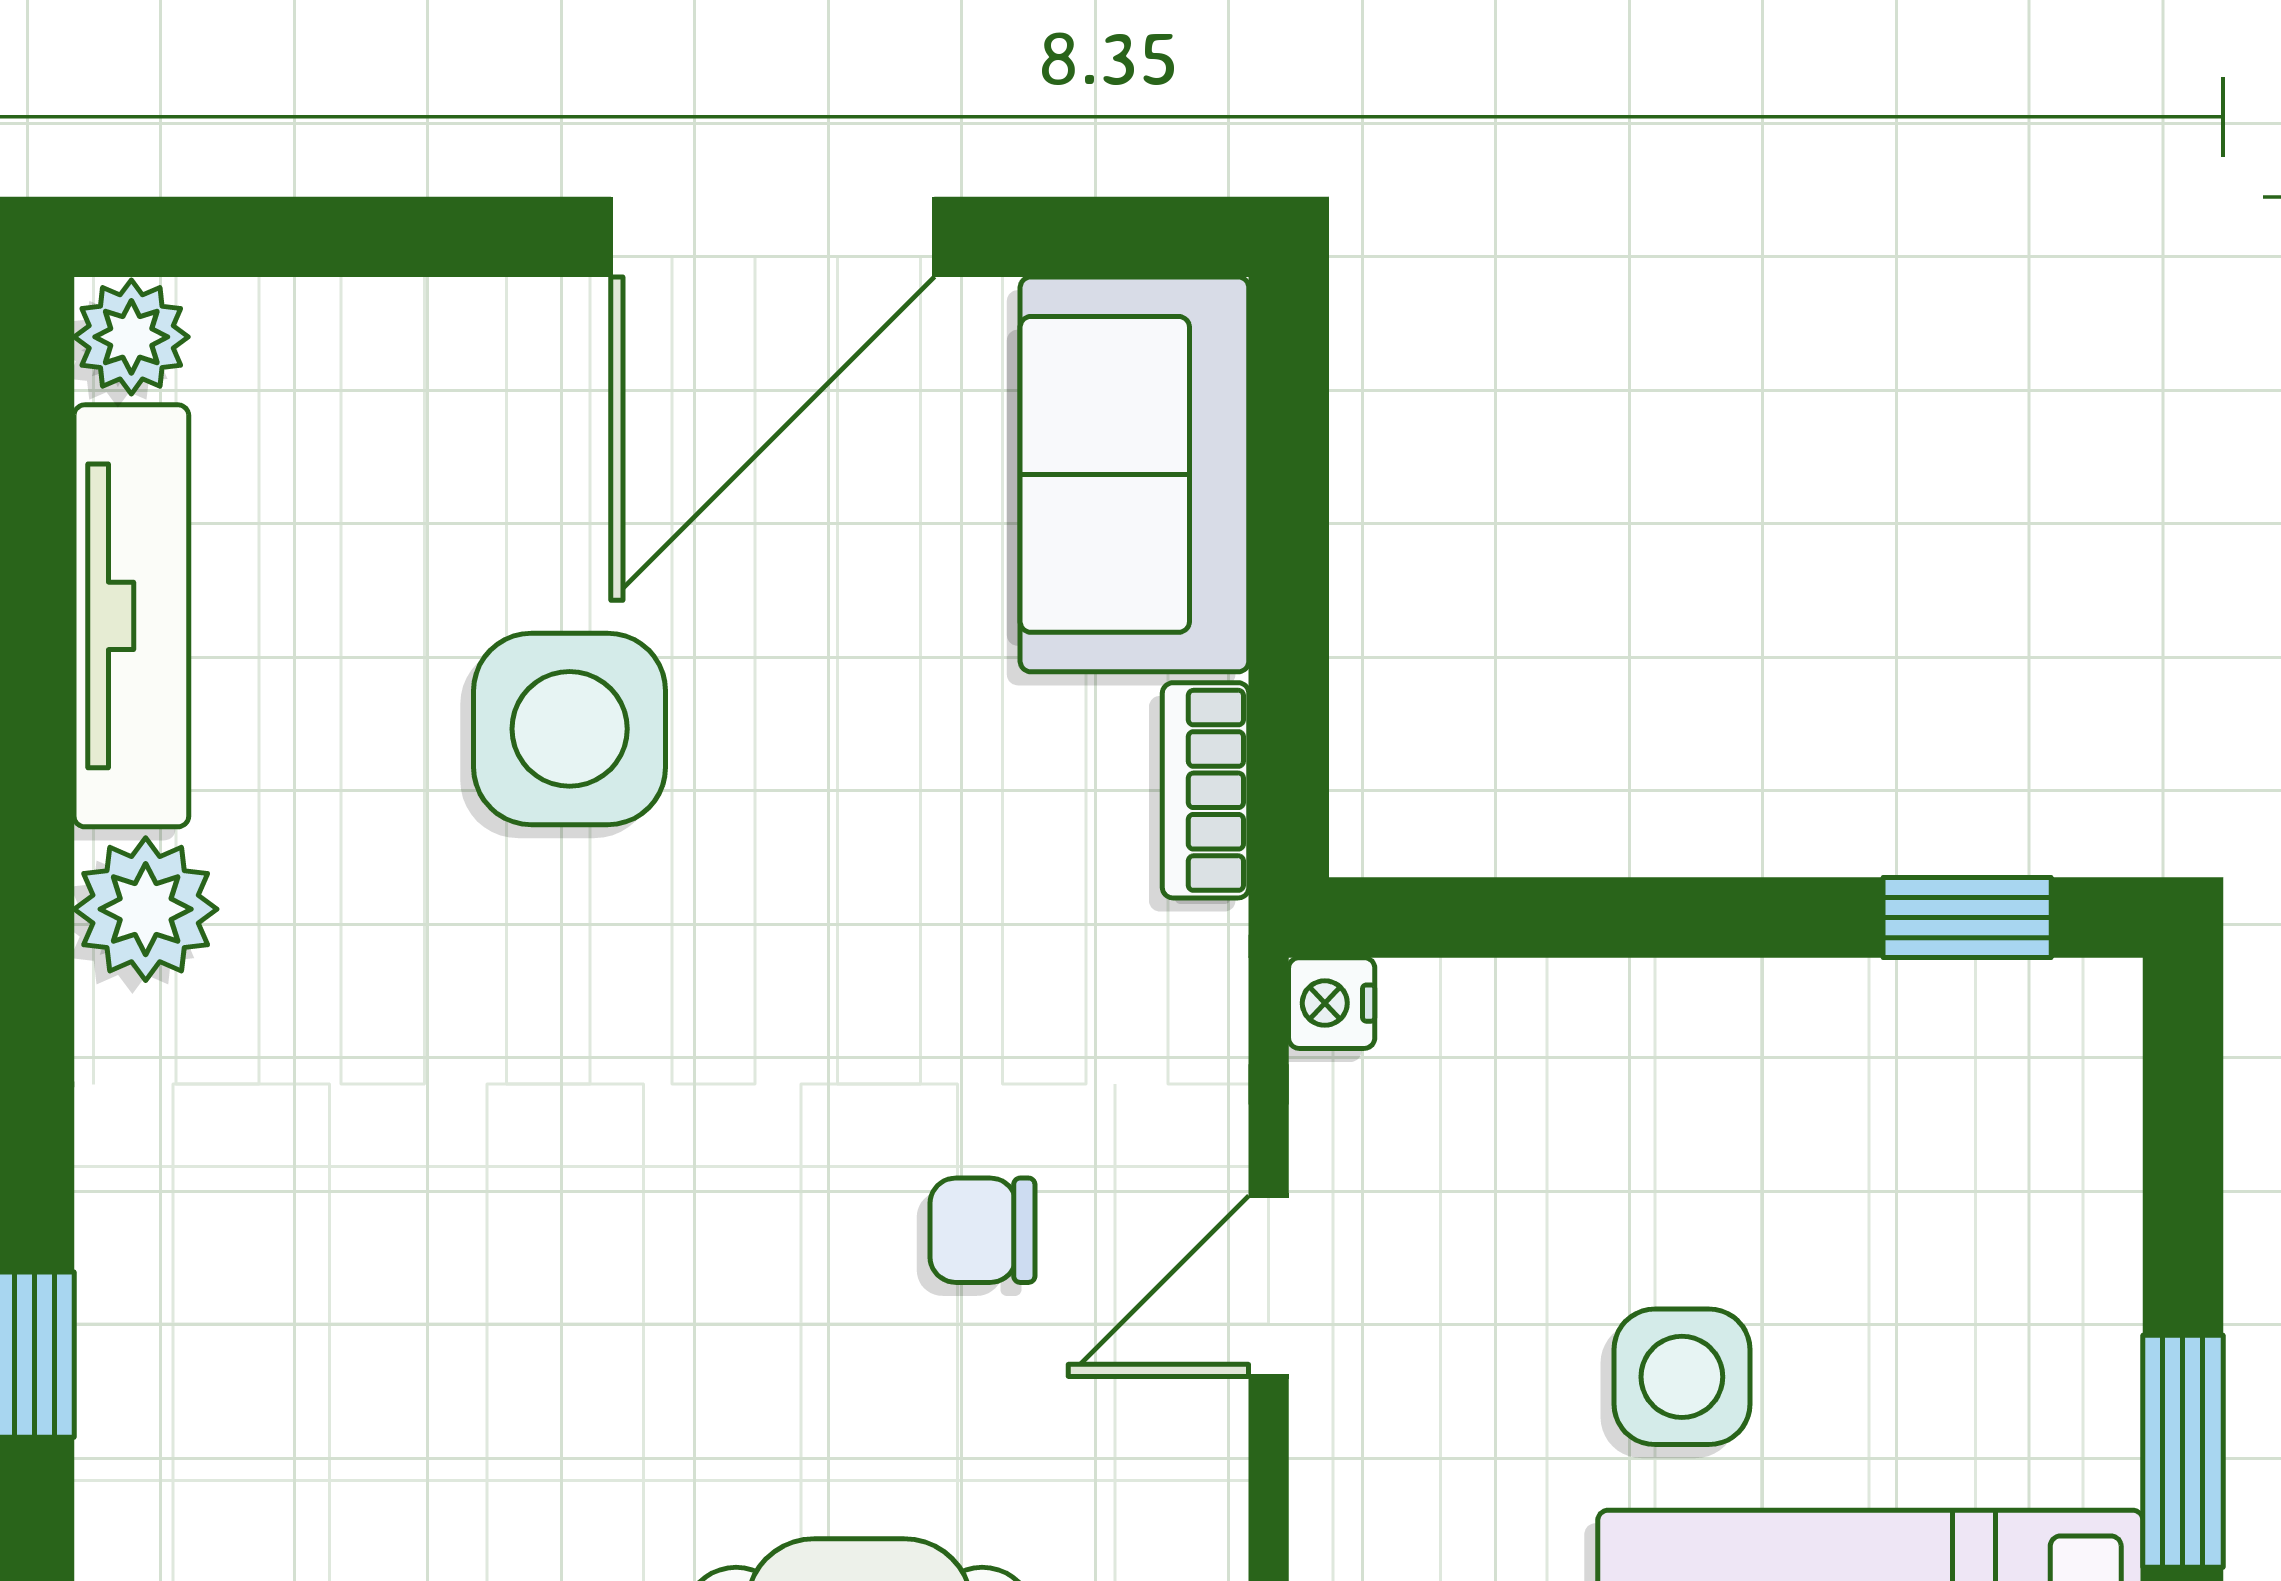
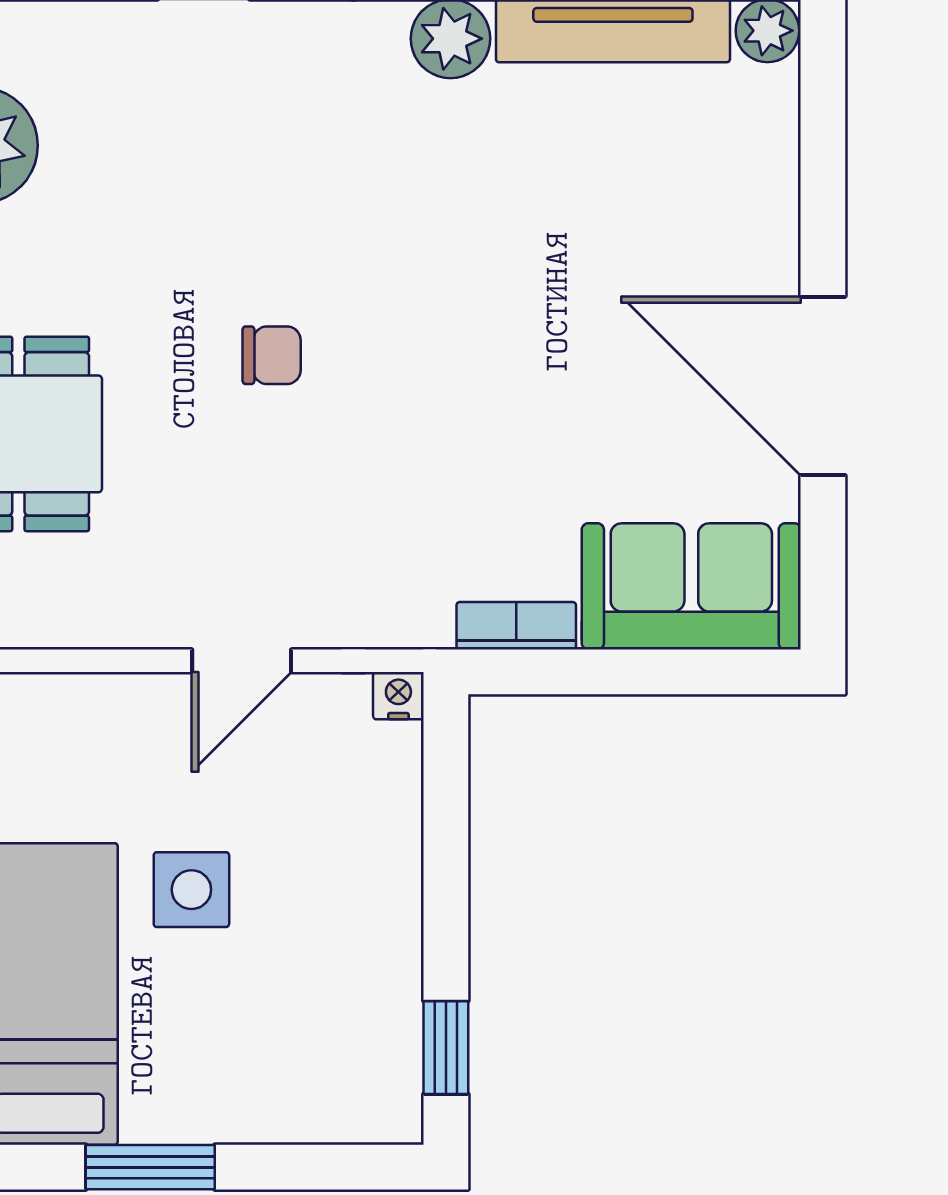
side table: (570, 729) -> (550, 273), removed
chair: (982, 1230) -> (272, 355), moved, turned 90
door: (1269, 1286) -> (242, 661), swing flipped

